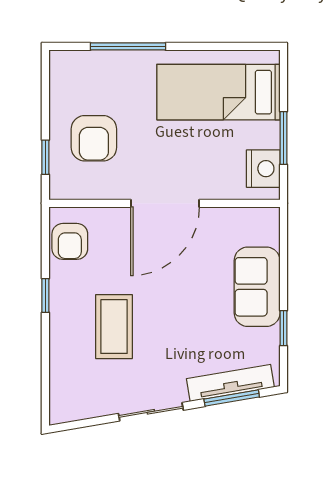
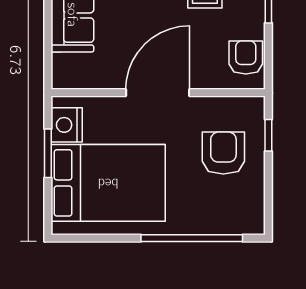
window: (128, 46) -> (192, 238), width x1.46
bed: (218, 92) -> (108, 183), width x1.50

